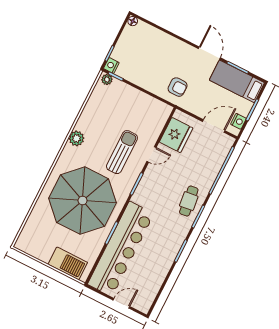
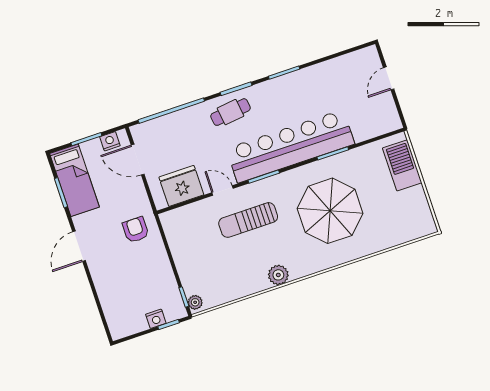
floor lamp: (133, 21) -> (117, 333), removed
door: (209, 53) -> (79, 246), moved
nightstand: (111, 66) -> (156, 319), moved
parasol: (83, 201) -> (330, 211), width x0.73, depth x0.73
bar counter: (121, 249) -> (290, 146), moved
door: (121, 303) -> (389, 78), hinge flipped

